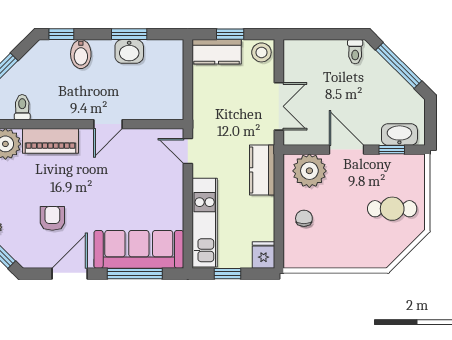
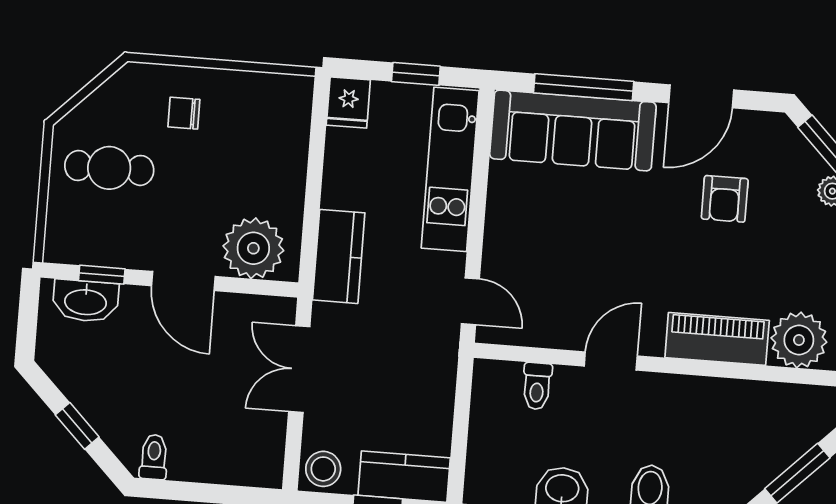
window: (399, 65) -> (77, 426), width x0.46
toilet: (22, 107) -> (537, 386), moved
chair: (304, 218) -> (184, 113), moved, turned 90

